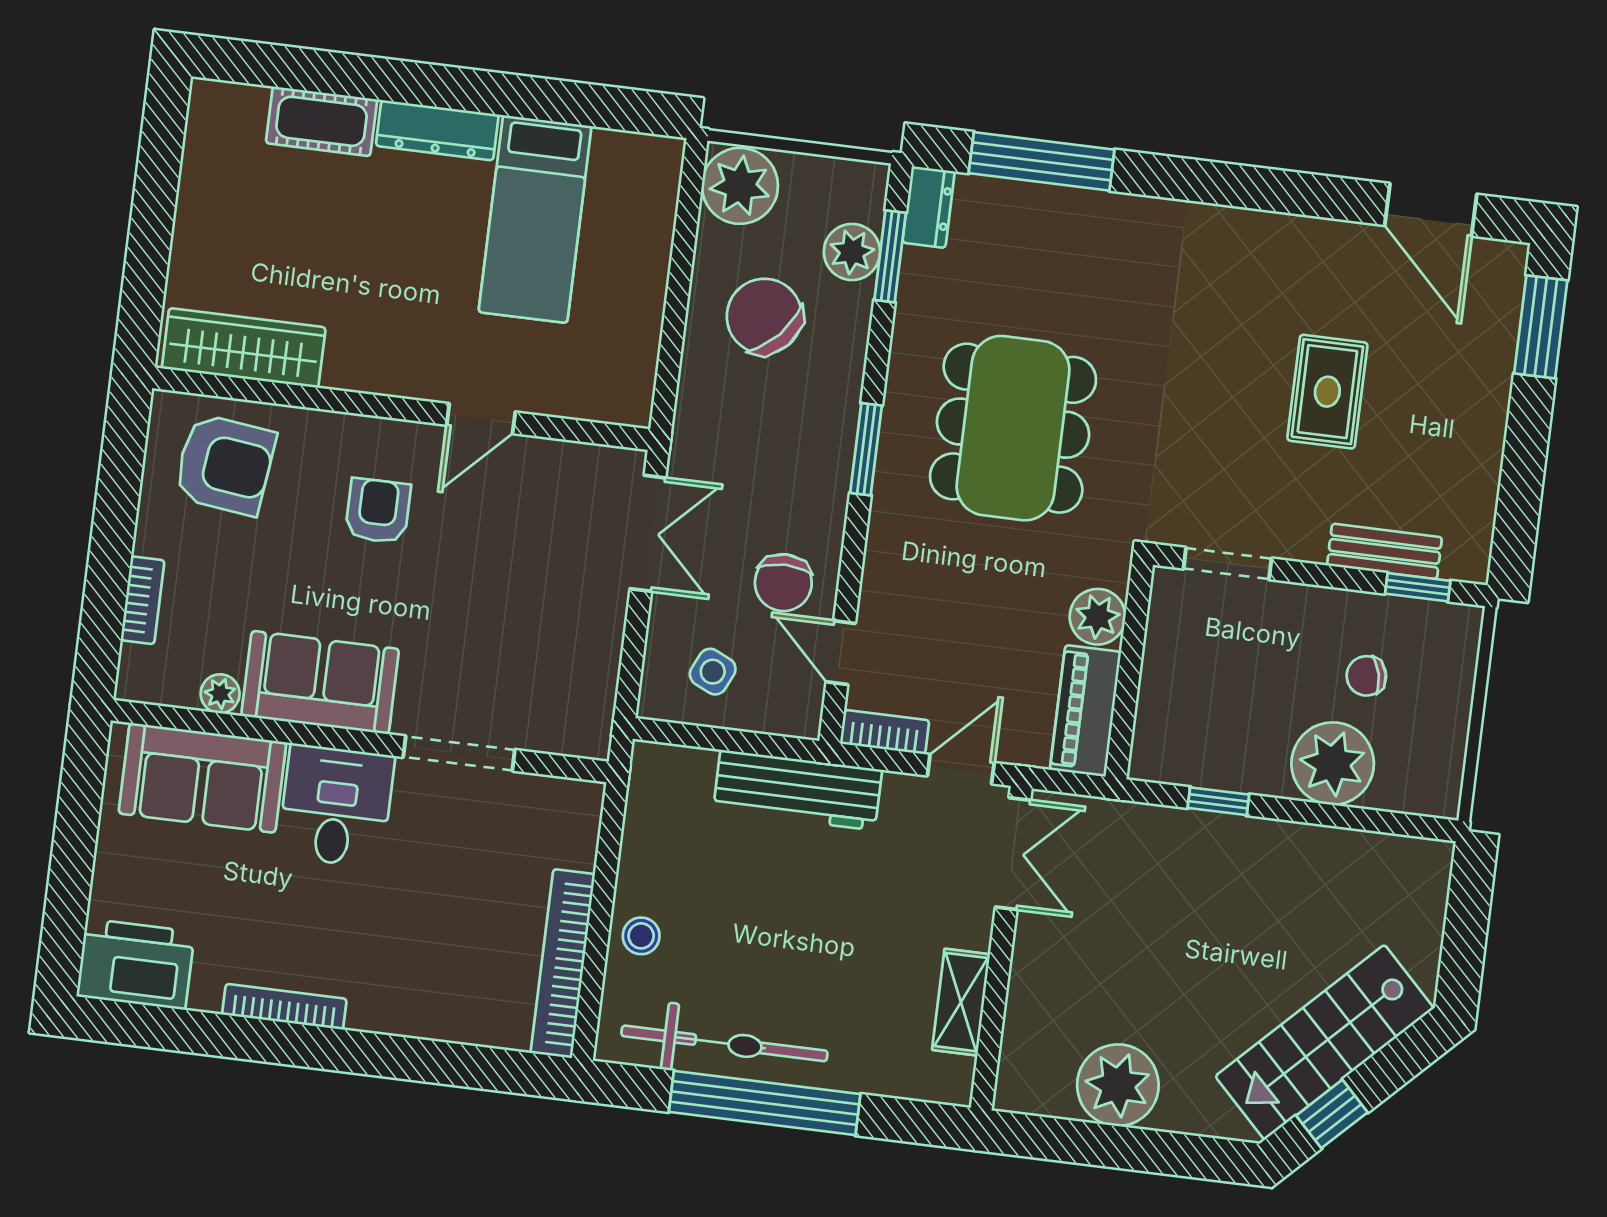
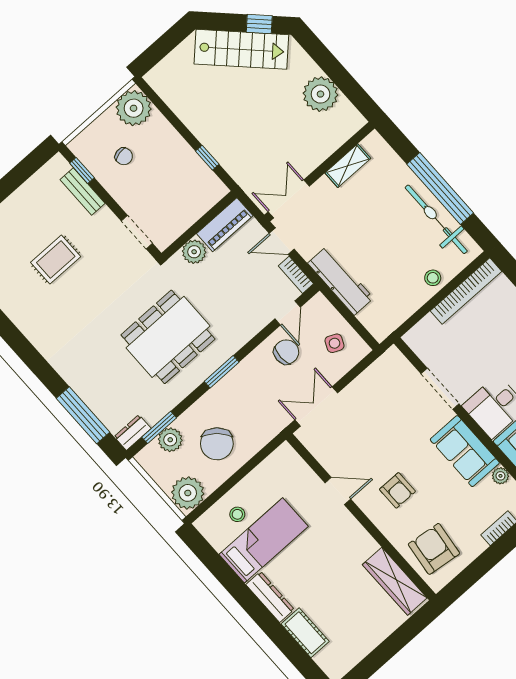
stool: (621, 224) -> (237, 514), added
armchair: (378, 511) -> (397, 490), turned -90
plant: (1333, 764) -> (134, 108), moved

